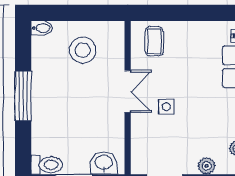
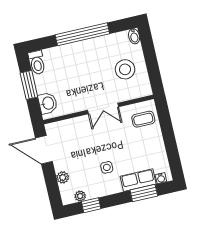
window: (23, 96) -> (82, 34), width x1.46
side table: (166, 107) -> (107, 167), moved

